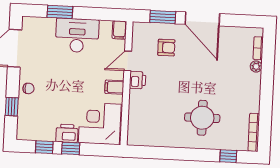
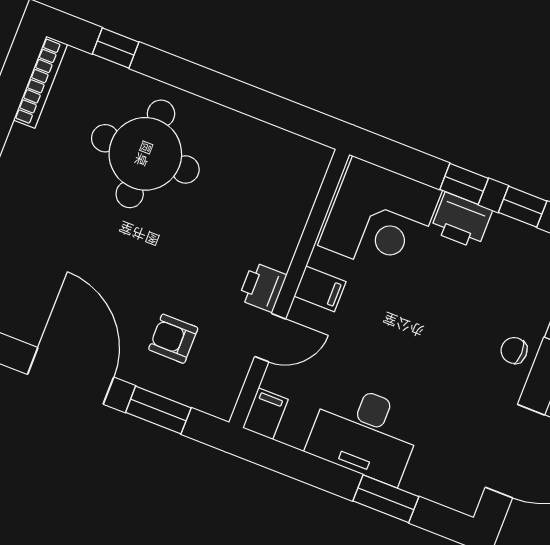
round table: (202, 118) -> (145, 154), width x1.36, depth x1.36

